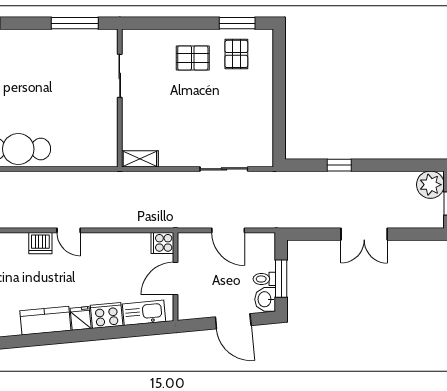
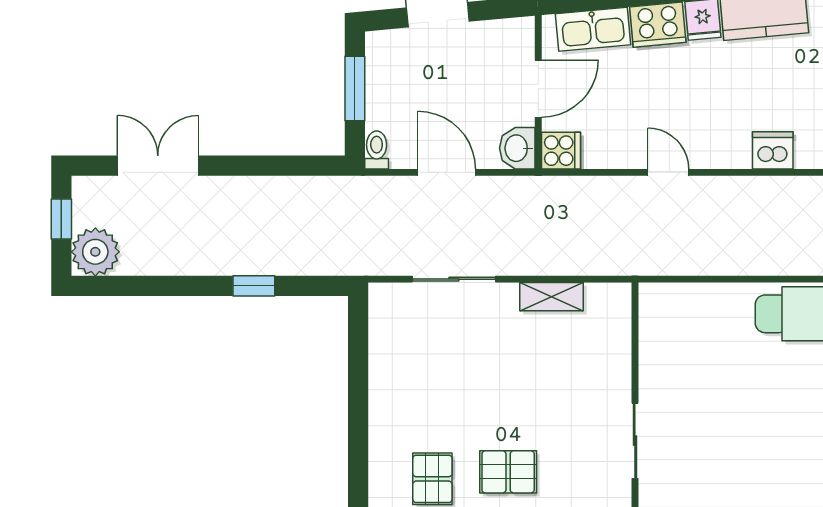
shelving: (140, 159) -> (552, 297), moved
door: (69, 230) -> (668, 172), moved
double door: (364, 234) -> (158, 166), moved
toilet: (264, 279) -> (377, 150), moved, turned -90
washbasin: (265, 299) -> (517, 148), moved, turned 180

